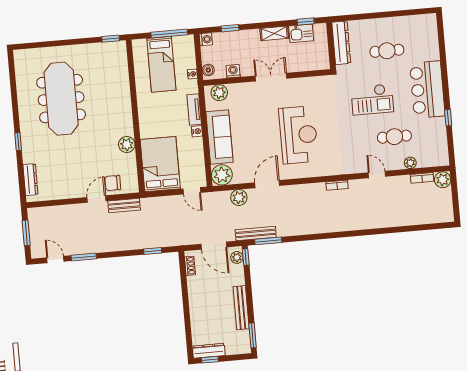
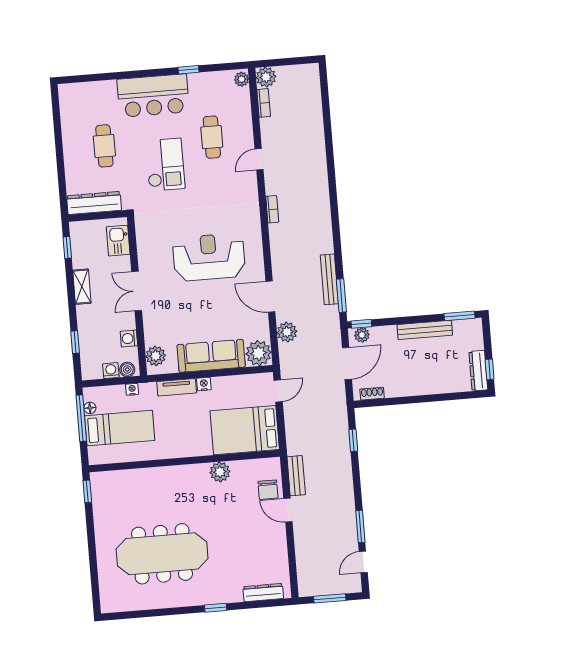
kitchen sink: (301, 33) -> (118, 241), moved, turned 180
washing machine: (206, 39) -> (111, 371), moved
floor lamp: (177, 40) -> (90, 408), added
plant: (410, 163) -> (242, 79), moved
bench: (256, 233) -> (329, 279), moved

